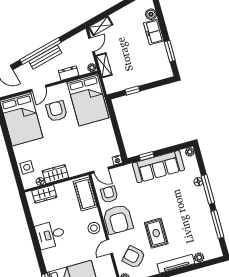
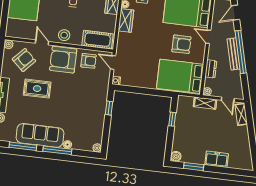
boiler: (151, 14) -> (176, 156), moved
sofa: (158, 167) -> (40, 135), moved, turned 90
door: (101, 170) -> (113, 62), hinge flipped

